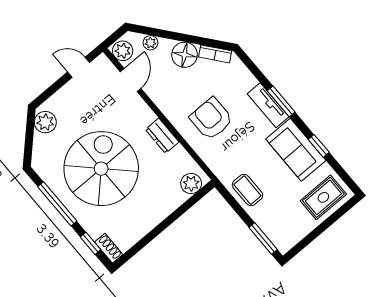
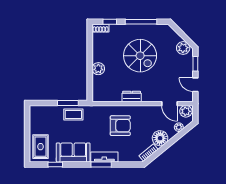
door: (79, 67) -> (195, 85), swing flipped
window: (52, 90) -> (195, 64), added
window: (319, 146) -> (55, 164), moved
spiral stairs: (101, 169) -> (140, 56), width x0.73, depth x0.73
plant: (191, 184) -> (98, 69), moved
window: (263, 238) -> (68, 103), moved

